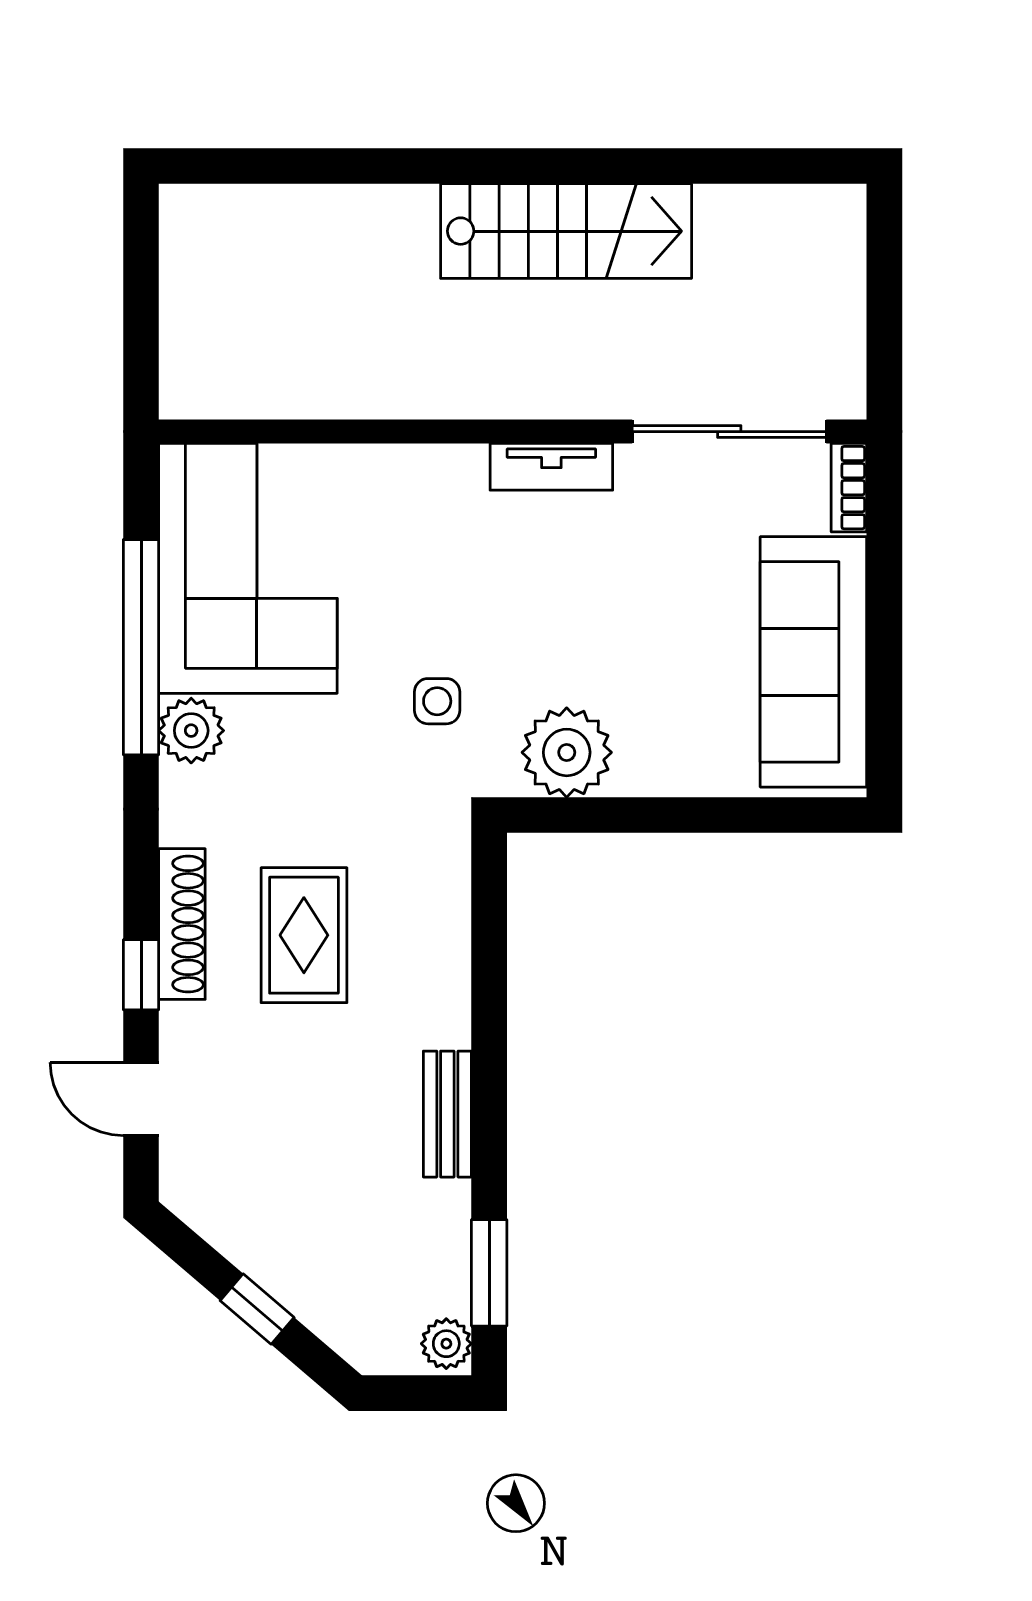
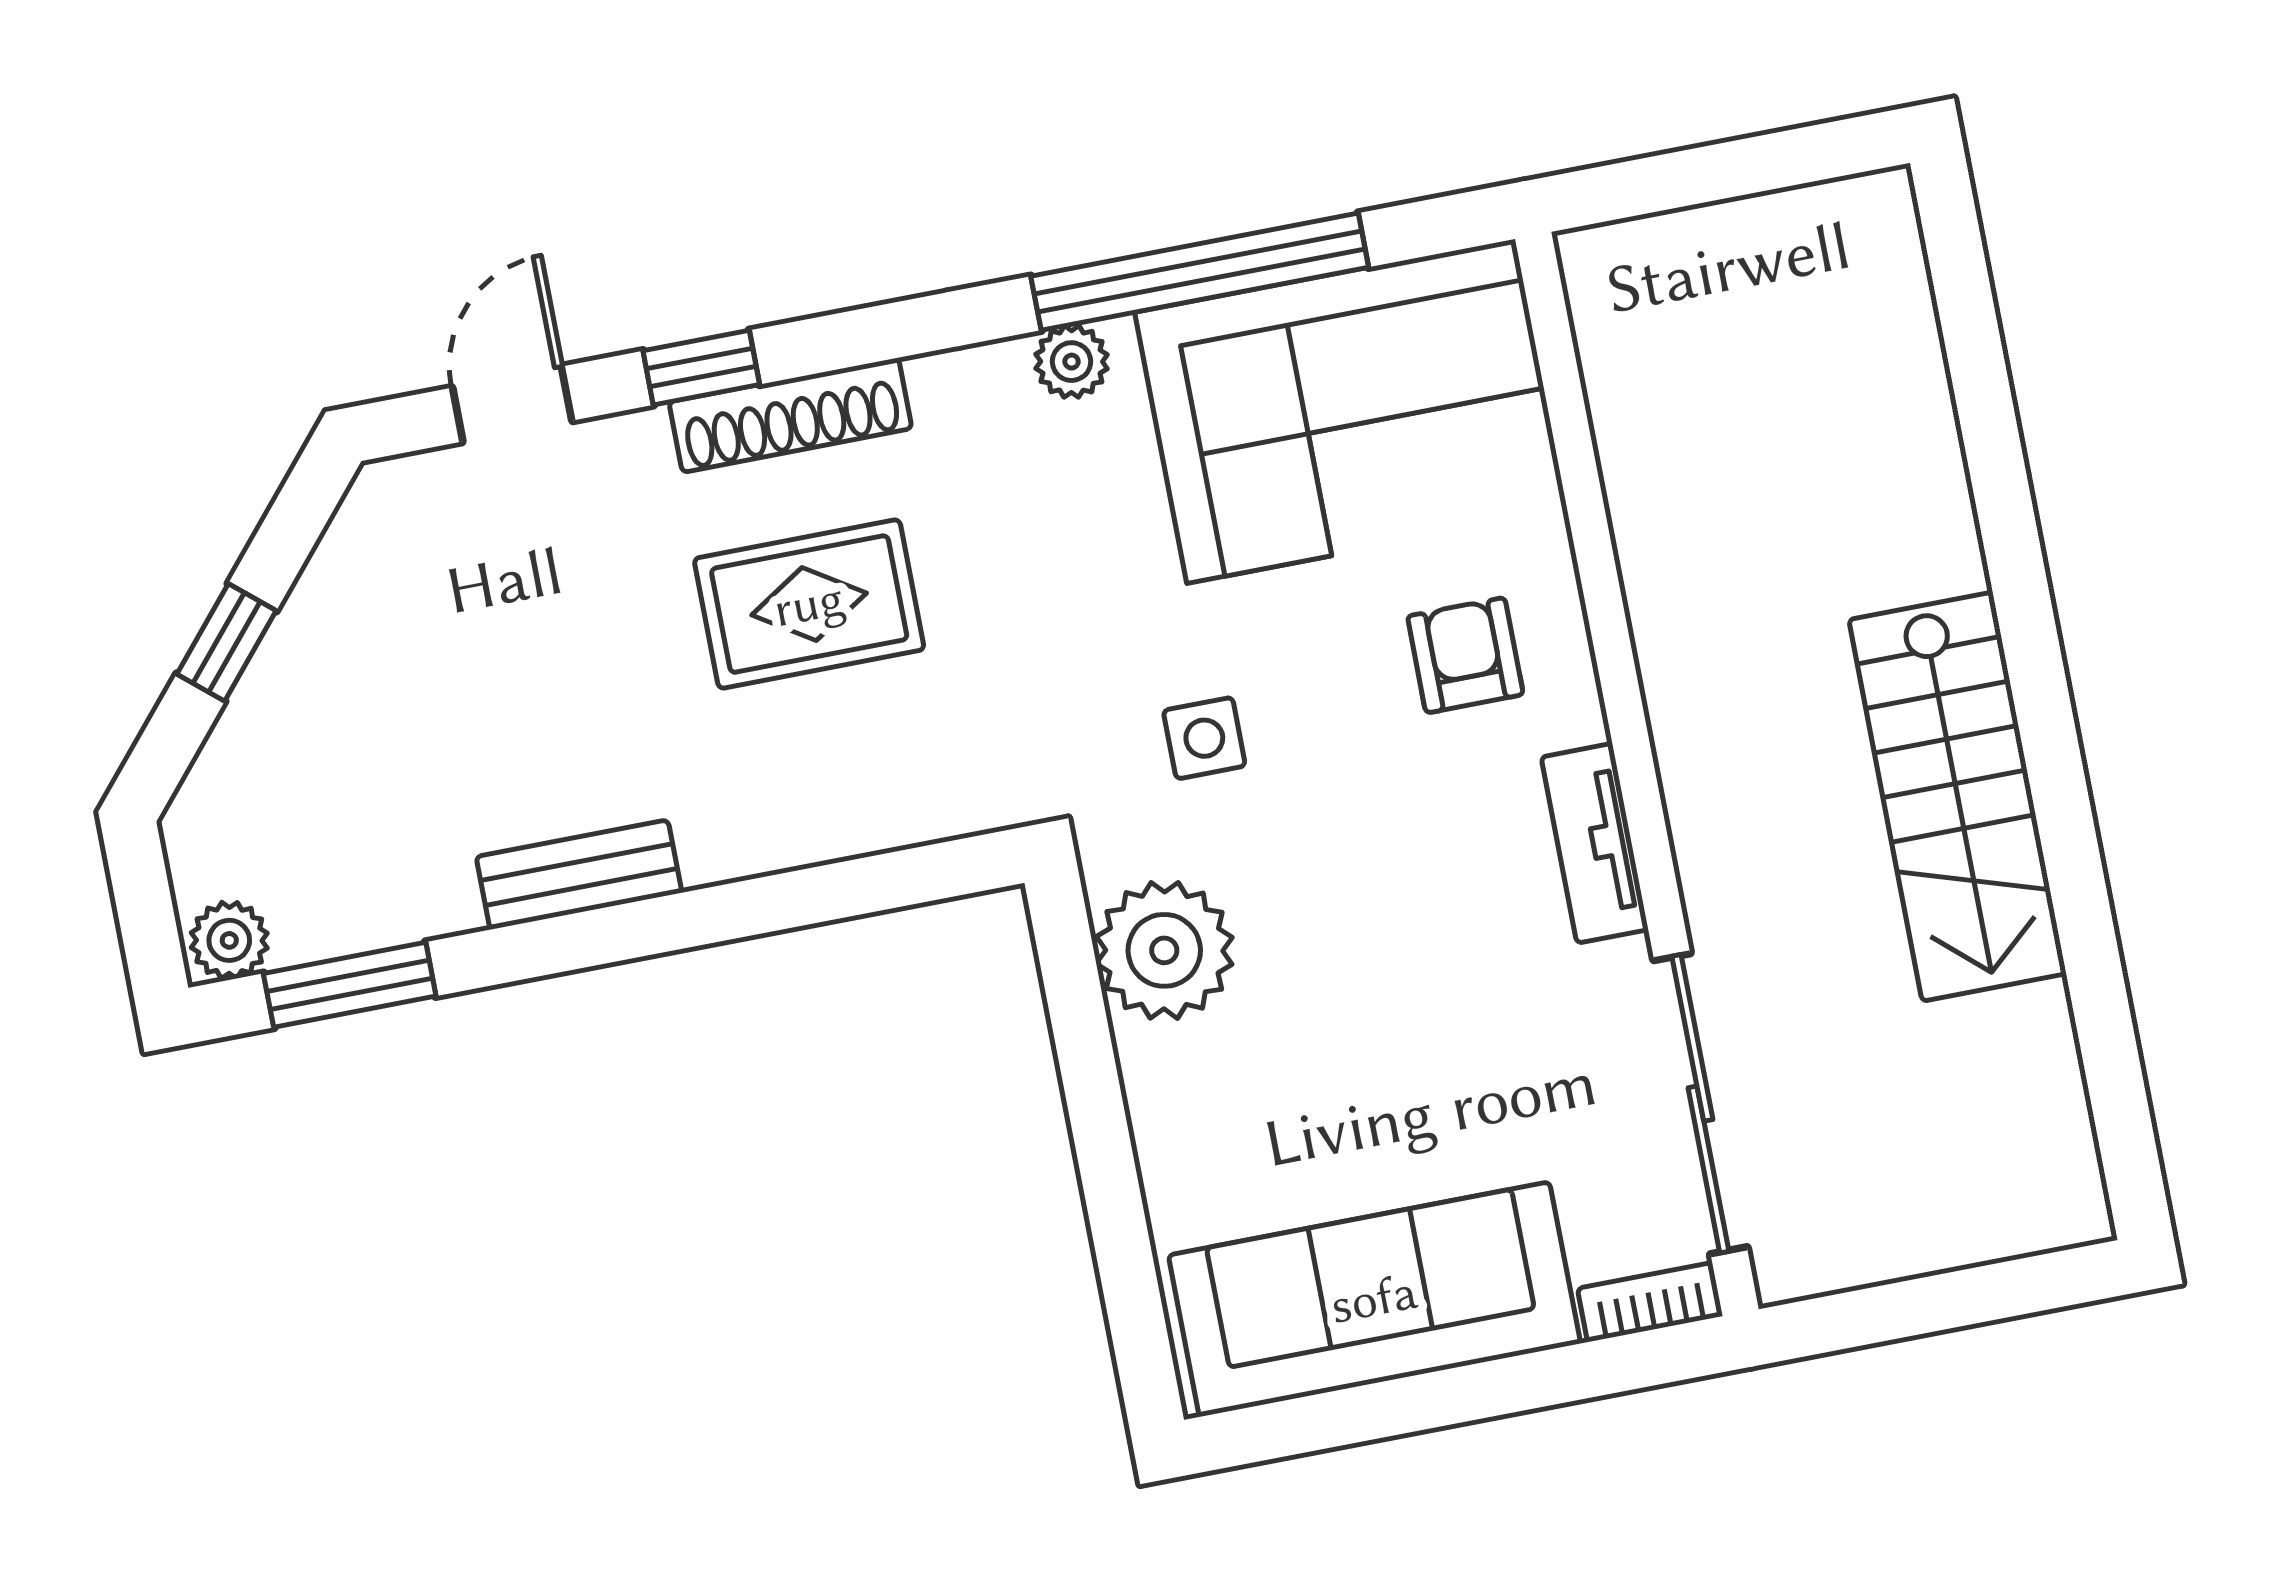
armchair: (417, 526) -> (1465, 655), added
plant: (191, 731) -> (1072, 362), width x0.73, depth x0.73

